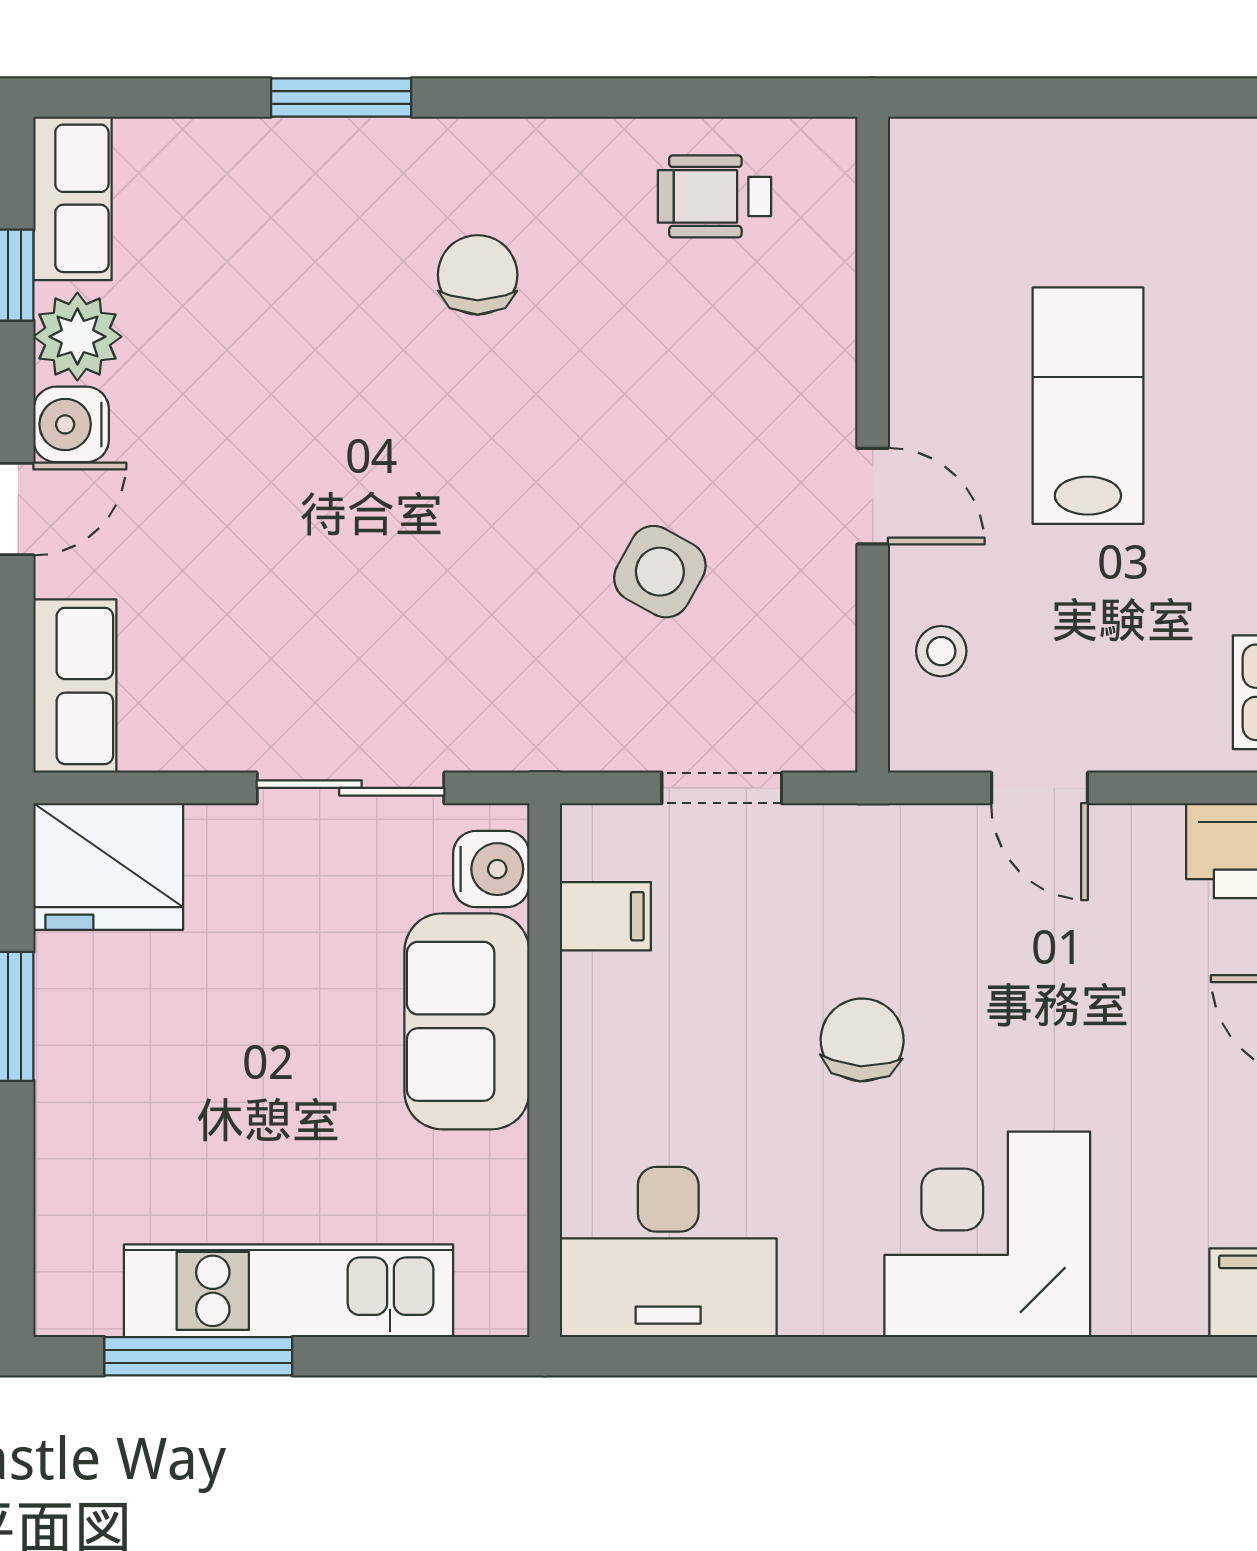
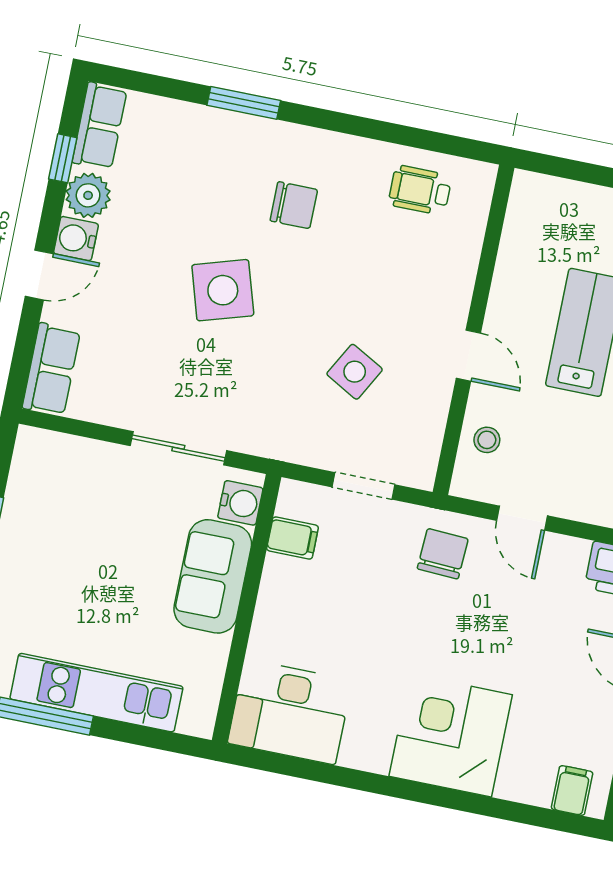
chair: (478, 275) -> (294, 205), turned 90
side table: (374, 466) -> (223, 290), added
fridge: (108, 867) -> (50, 463), removed
chair: (862, 1040) -> (443, 554), moved

